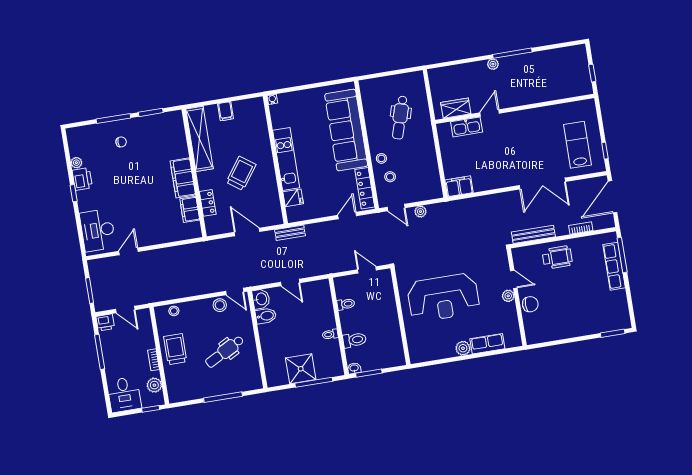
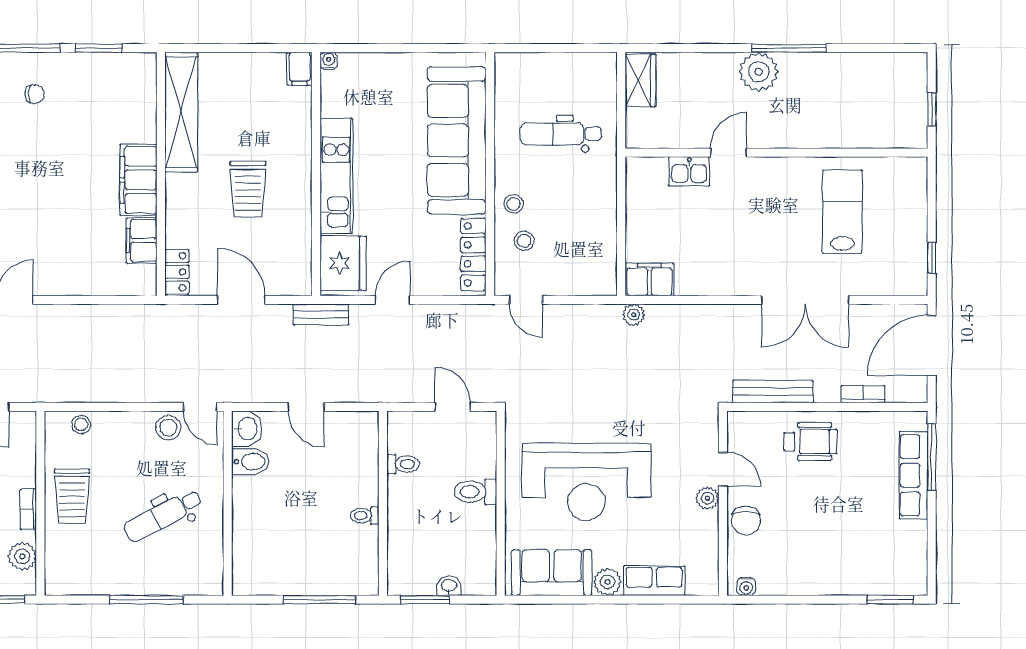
plant: (493, 64) -> (759, 72), width x1.87, depth x1.87
wardrobe: (456, 108) -> (640, 80), moved, turned 90
filing cabinet: (225, 111) -> (300, 69), moved
dental chair: (400, 118) -> (561, 134), turned 73
kitchen sink: (467, 127) -> (689, 171), width x0.73
lab bench: (577, 145) -> (842, 212), moved
trolley: (241, 173) -> (248, 189), turned 144
fridge: (293, 198) -> (343, 263), width x1.88, depth x1.34
locker: (208, 203) -> (177, 272), moved
plant: (421, 212) -> (634, 315), moved
door: (347, 216) -> (393, 300), moved
chair: (530, 304) -> (746, 520), turned 90
water cooler: (536, 339) -> (746, 586), added
toilet: (354, 340) -> (475, 492), moved, turned 180
sofa: (433, 348) -> (552, 573), added
trolley: (175, 349) -> (72, 496), turned 180
washbasin: (354, 368) -> (449, 586), moved
shower: (301, 369) -> (299, 571), removed

